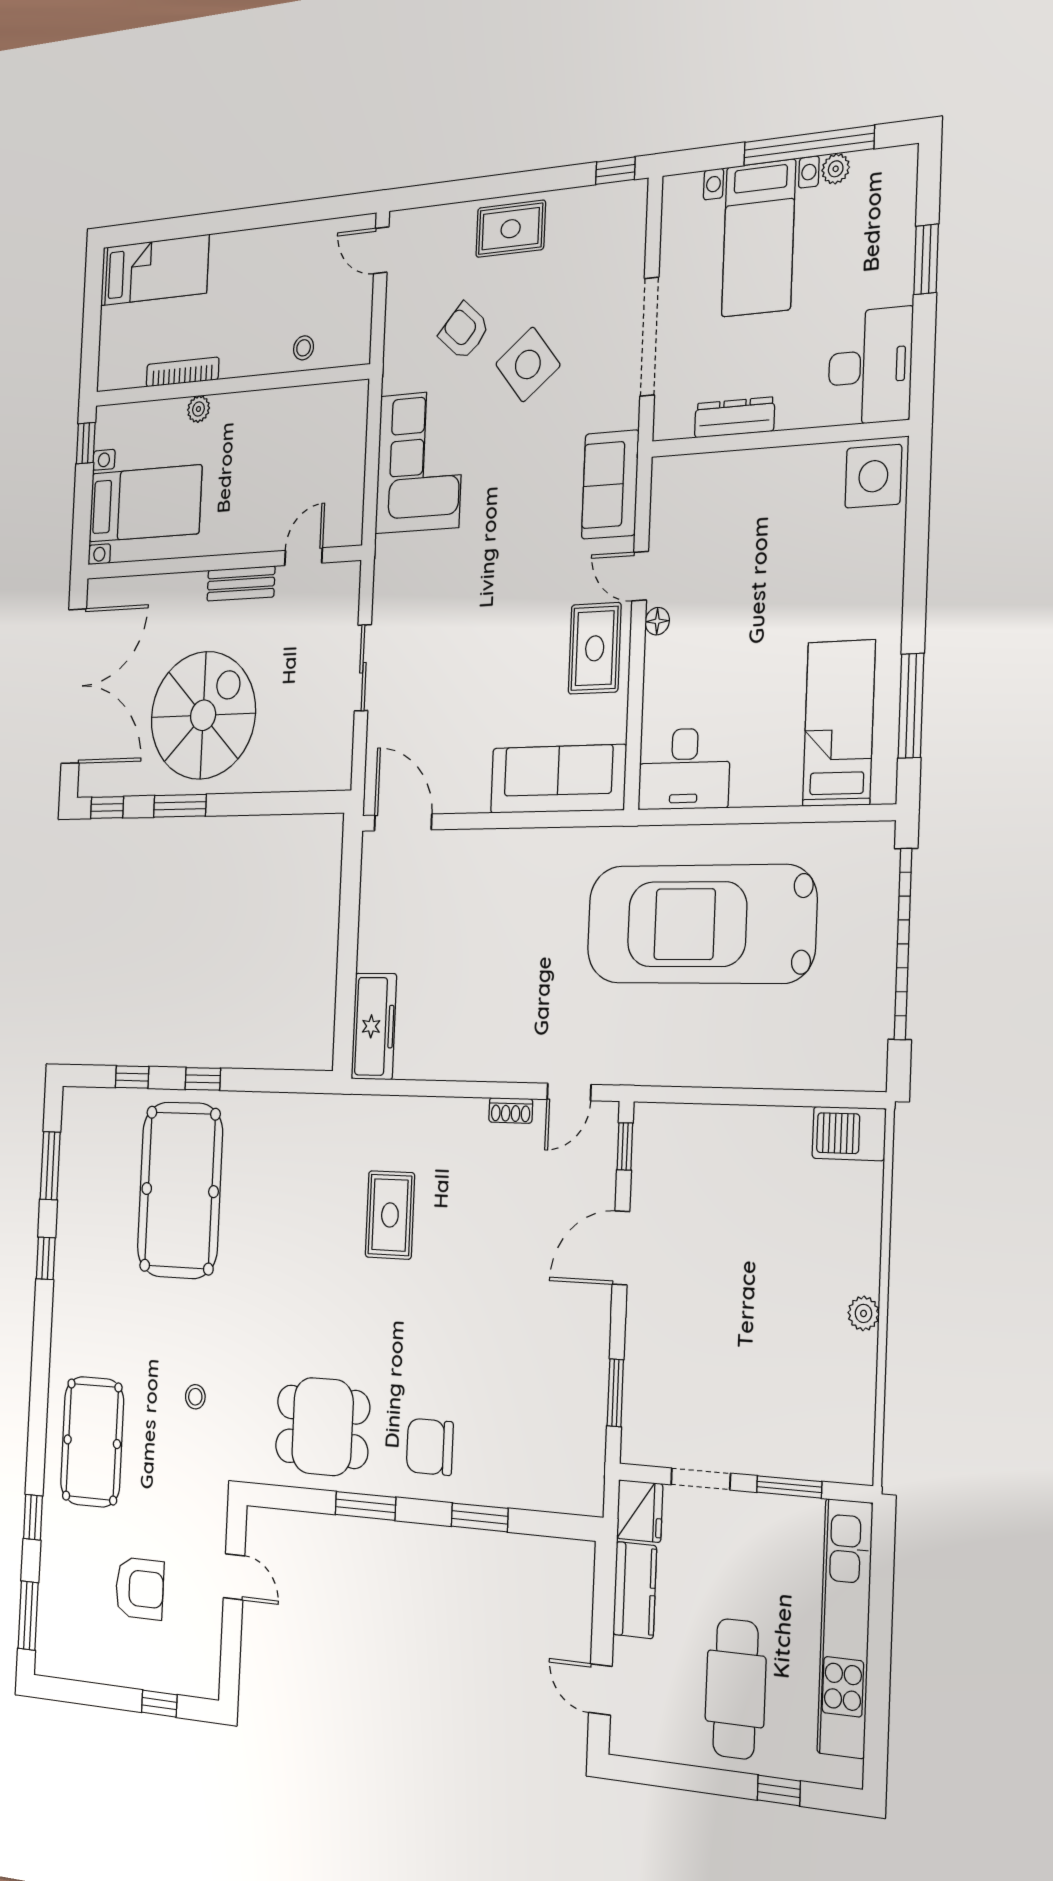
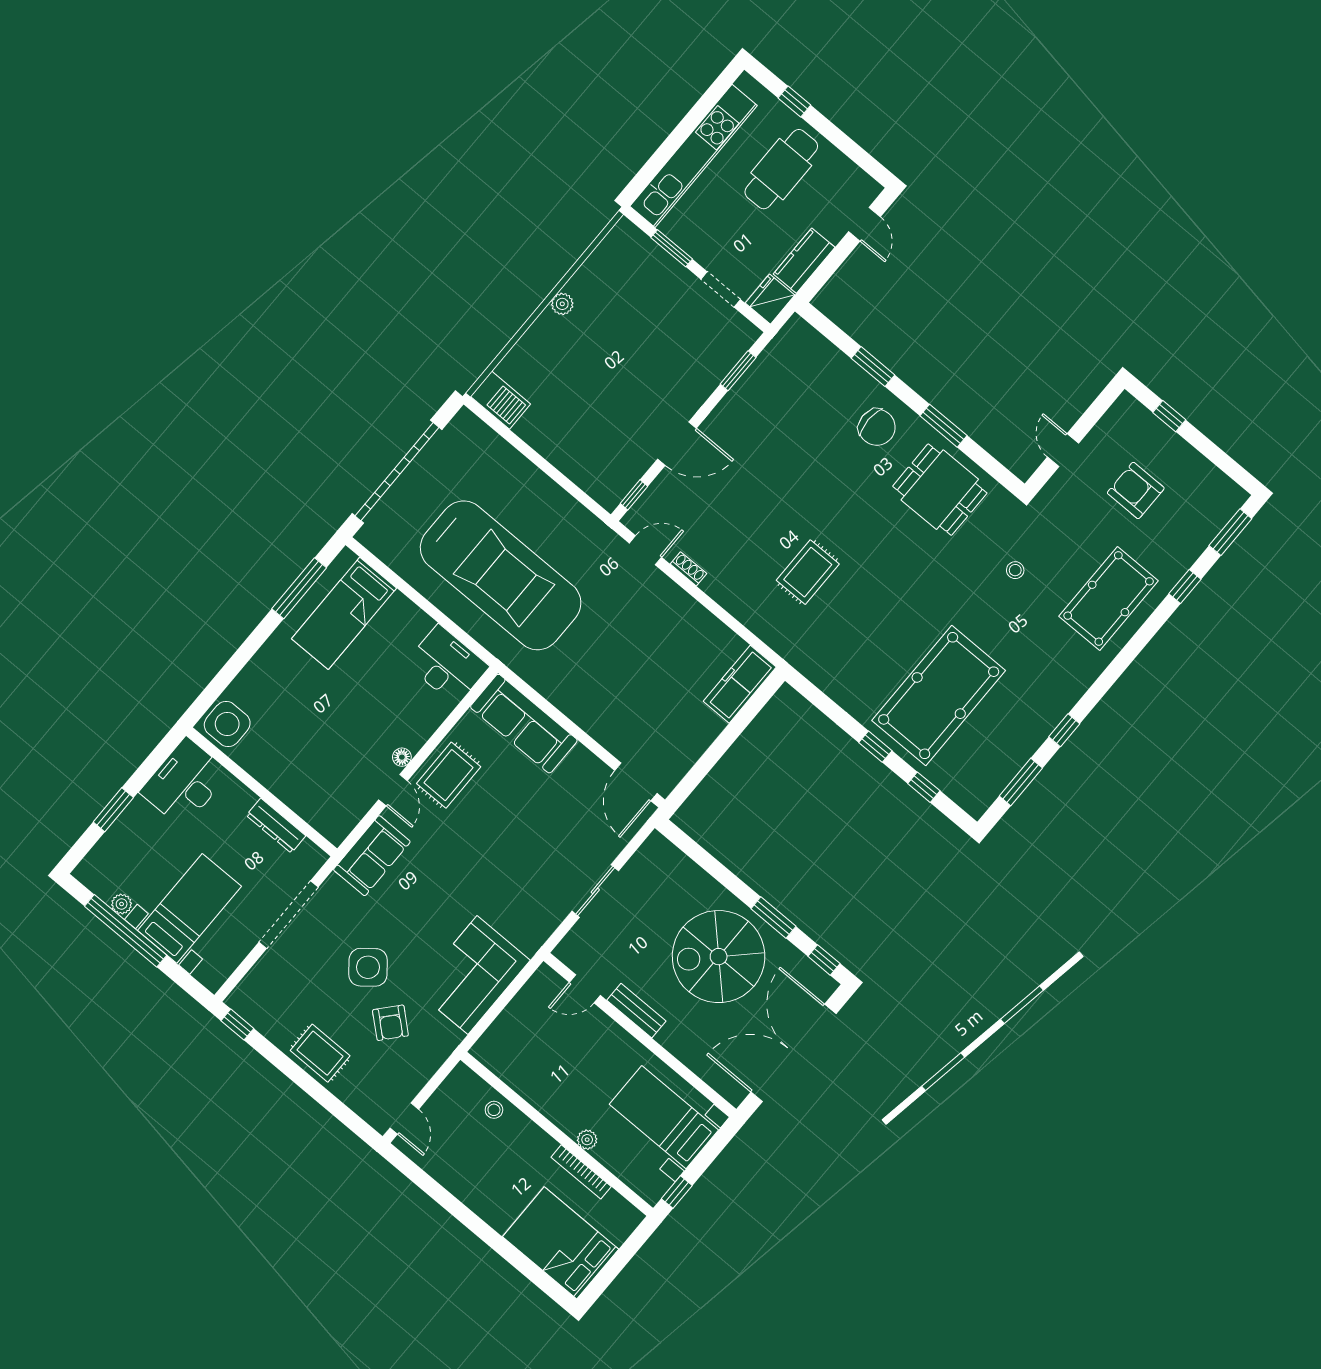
bed: (155, 270) -> (561, 1243), width x1.50

